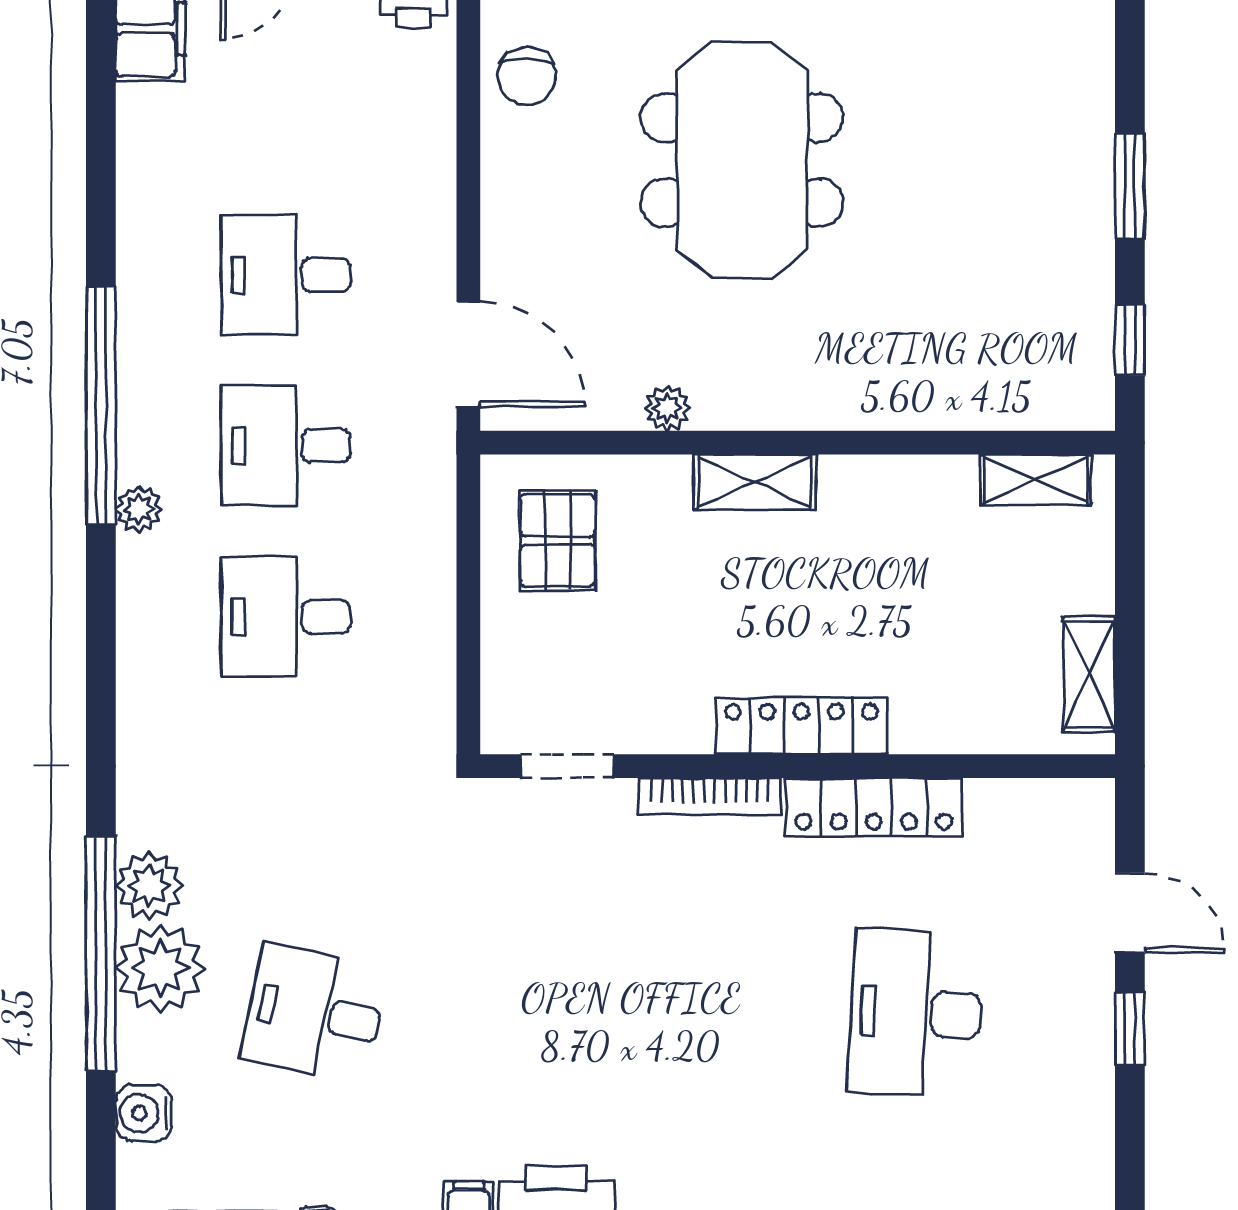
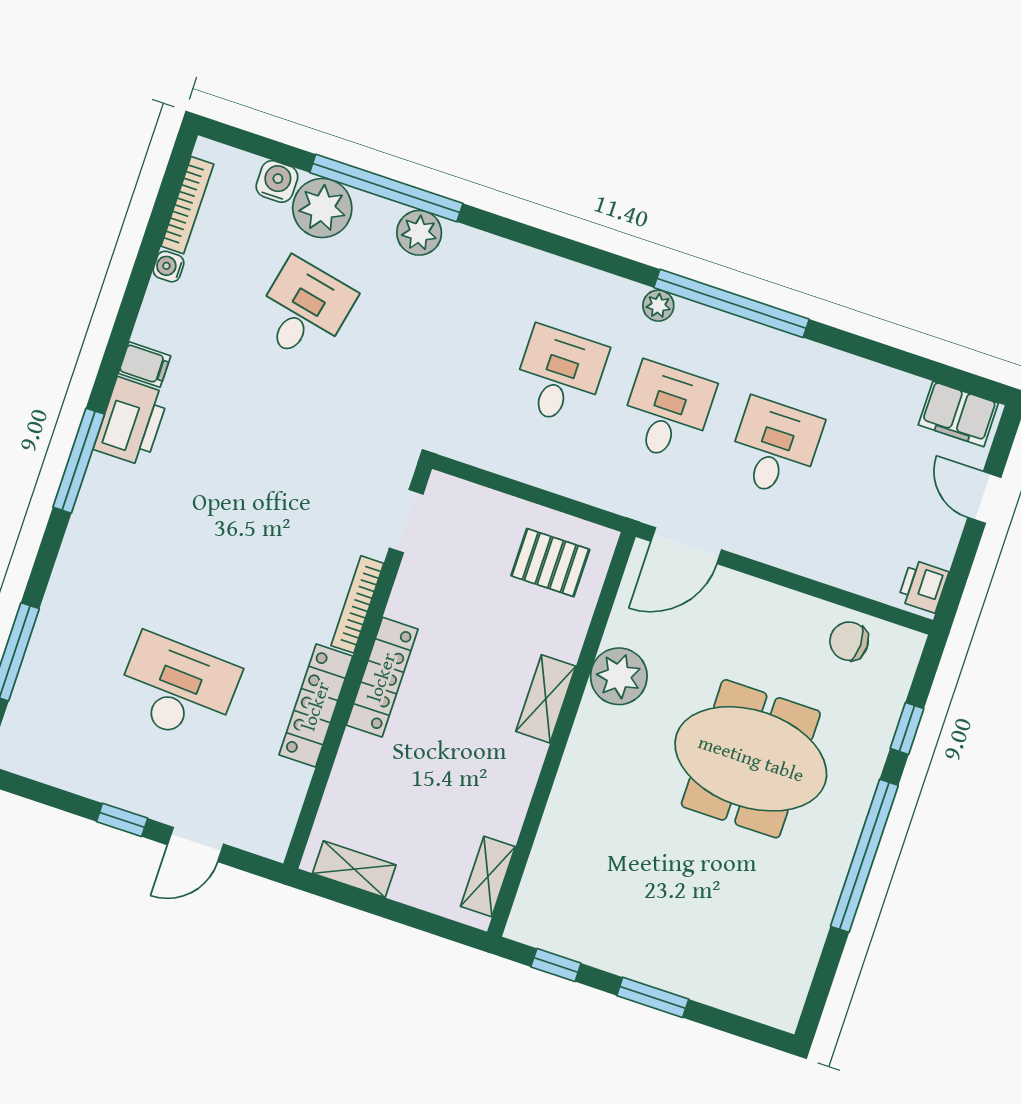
plant: (667, 408) -> (619, 676), width x1.87, depth x1.87
plant: (160, 968) -> (322, 208), moved

